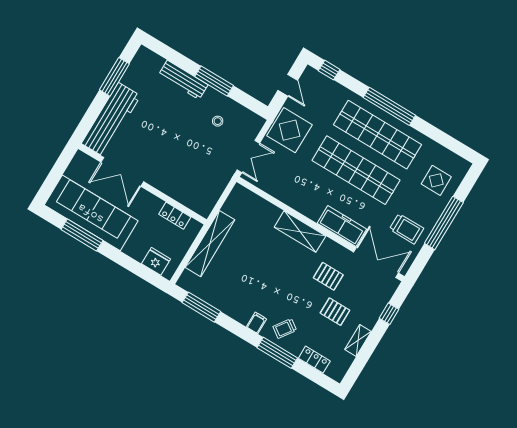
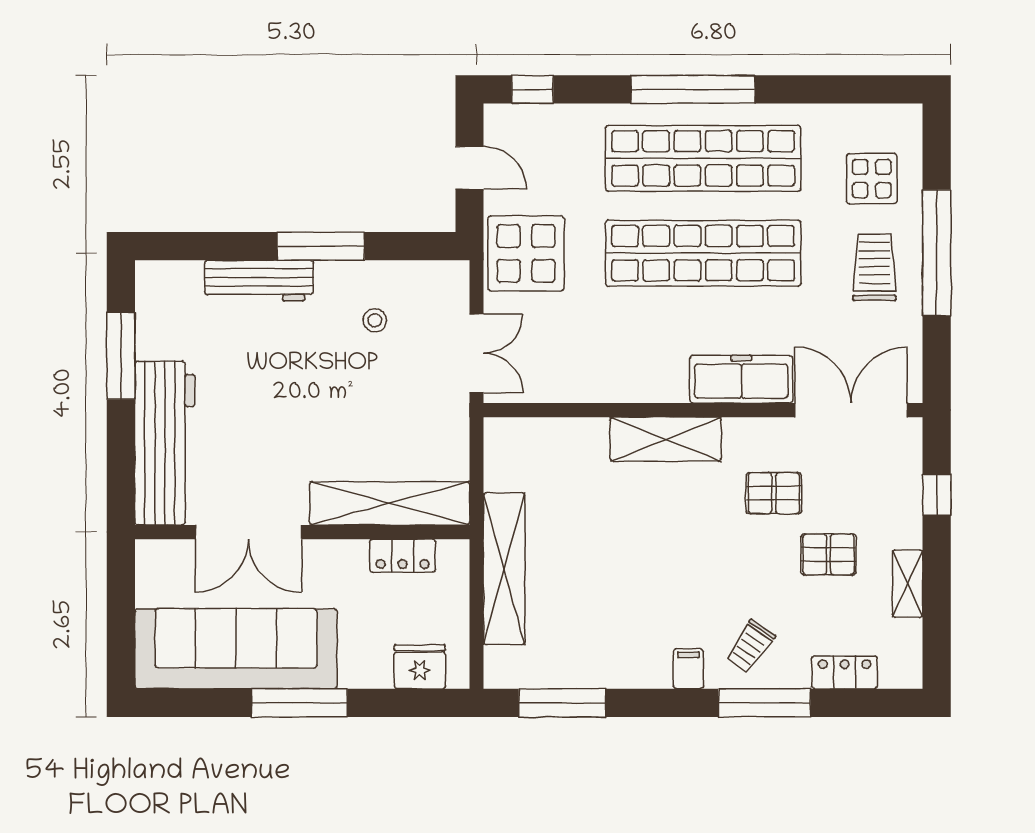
shelving: (182, 193) -> (390, 503), added
trolley: (406, 229) -> (874, 267), moved, turned -90
window: (82, 235) -> (299, 703), moved

